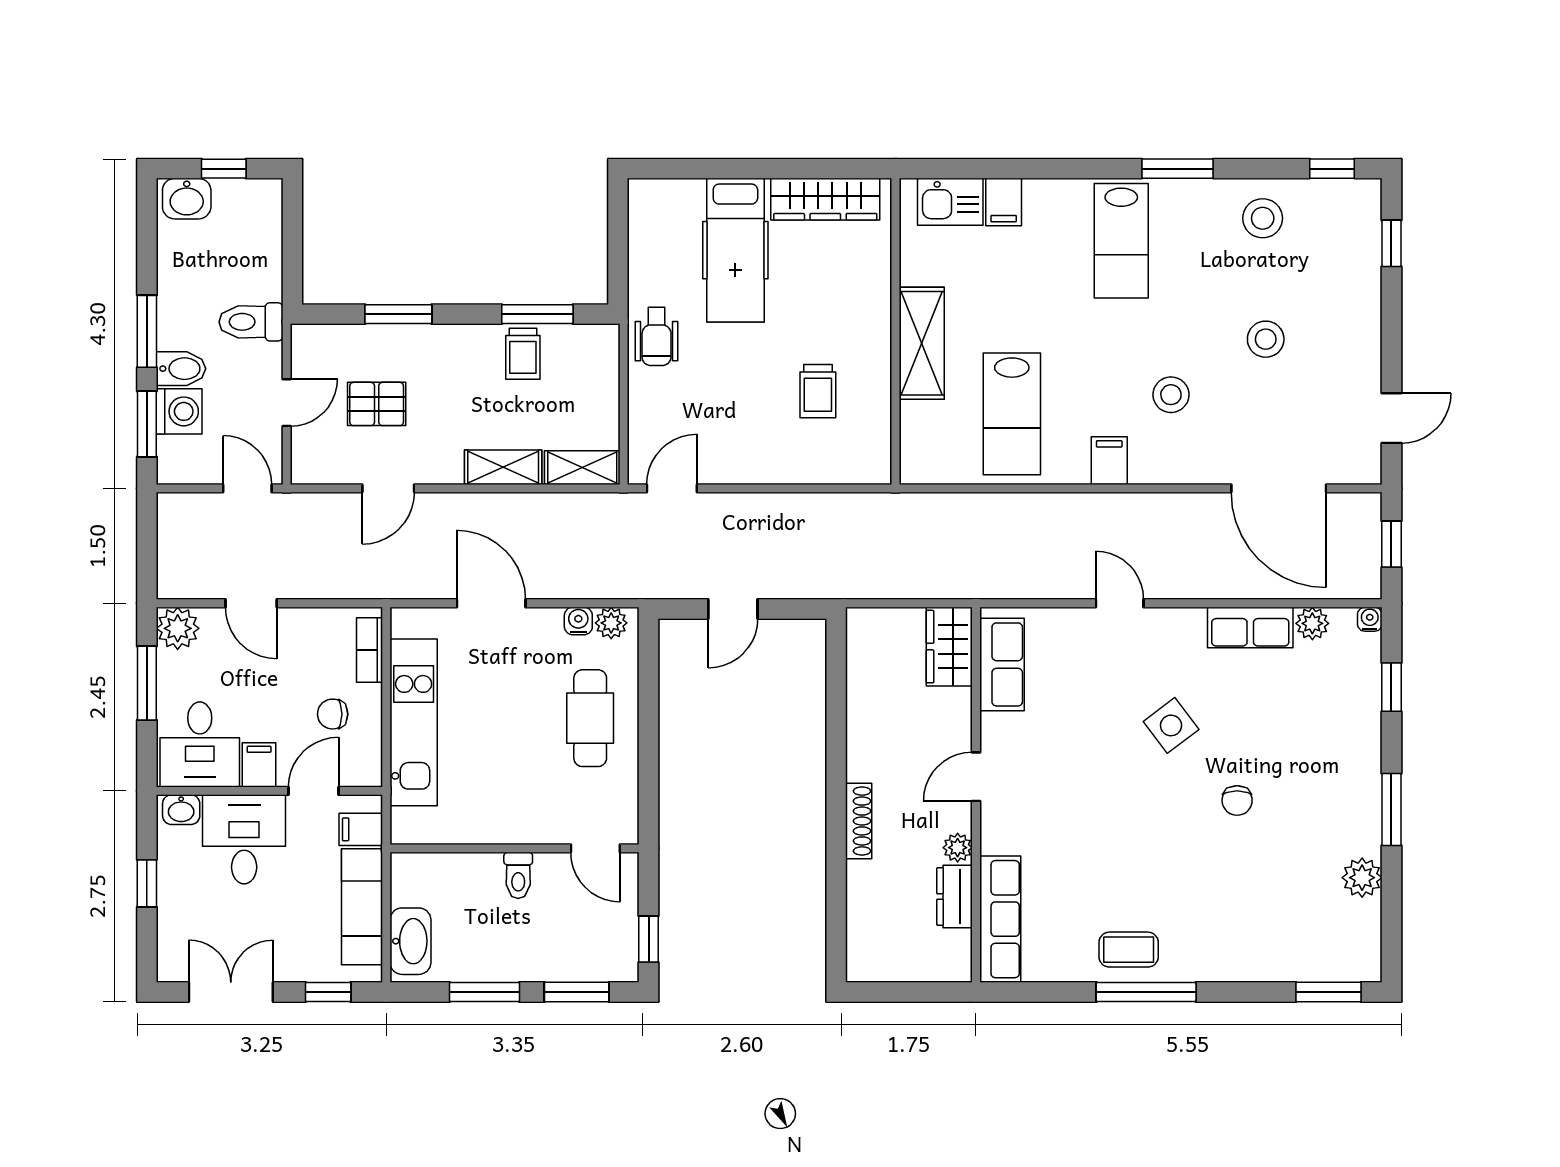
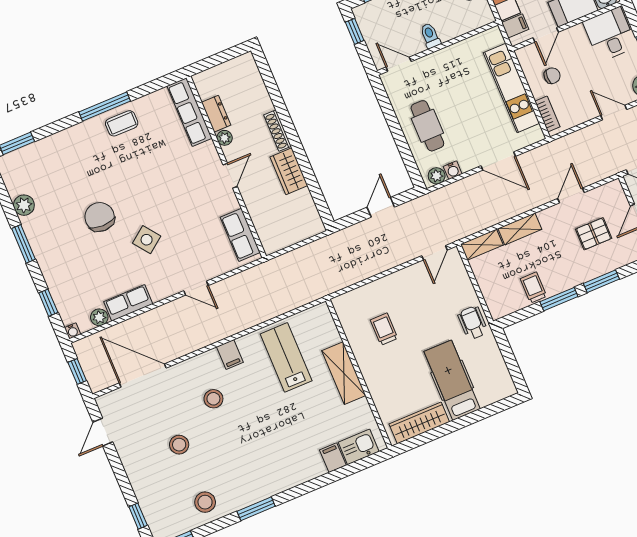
lab bench: (1121, 241) -> (269, 463), removed
window: (537, 314) -> (559, 299), moved
wardrobe: (949, 647) -> (289, 171), moved, turned 180
filing cabinet: (259, 765) -> (577, 36), removed
chair: (1237, 800) -> (100, 217), width x1.87, depth x1.87

